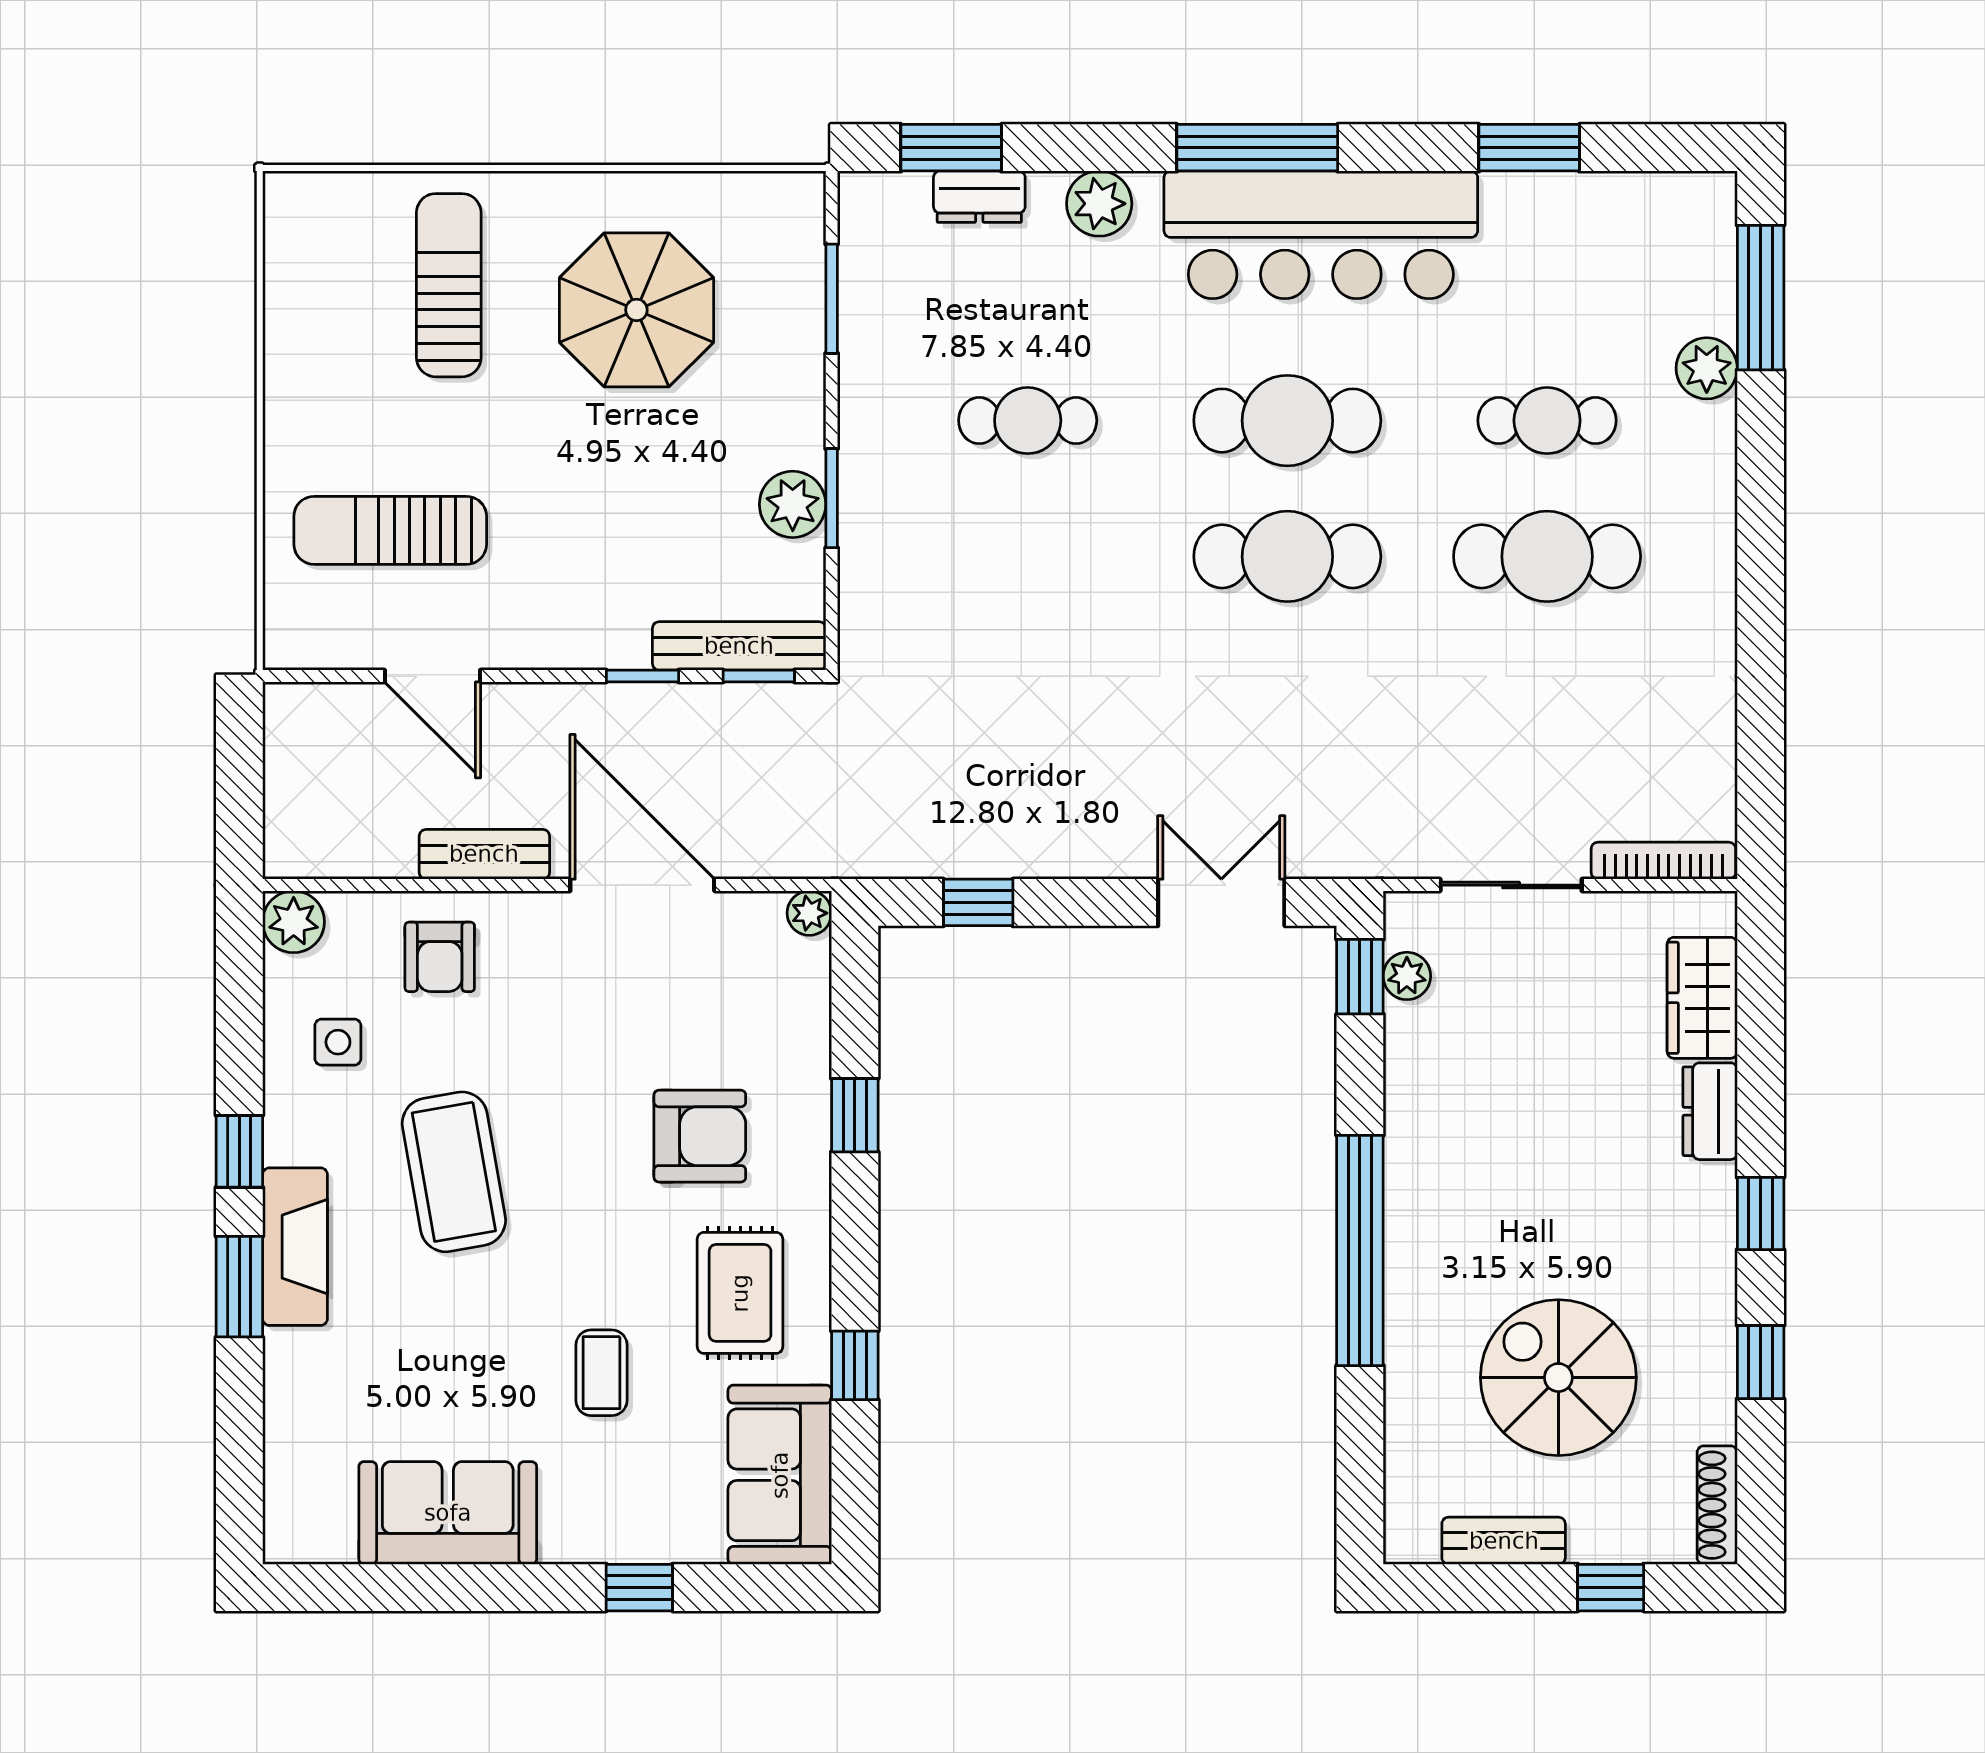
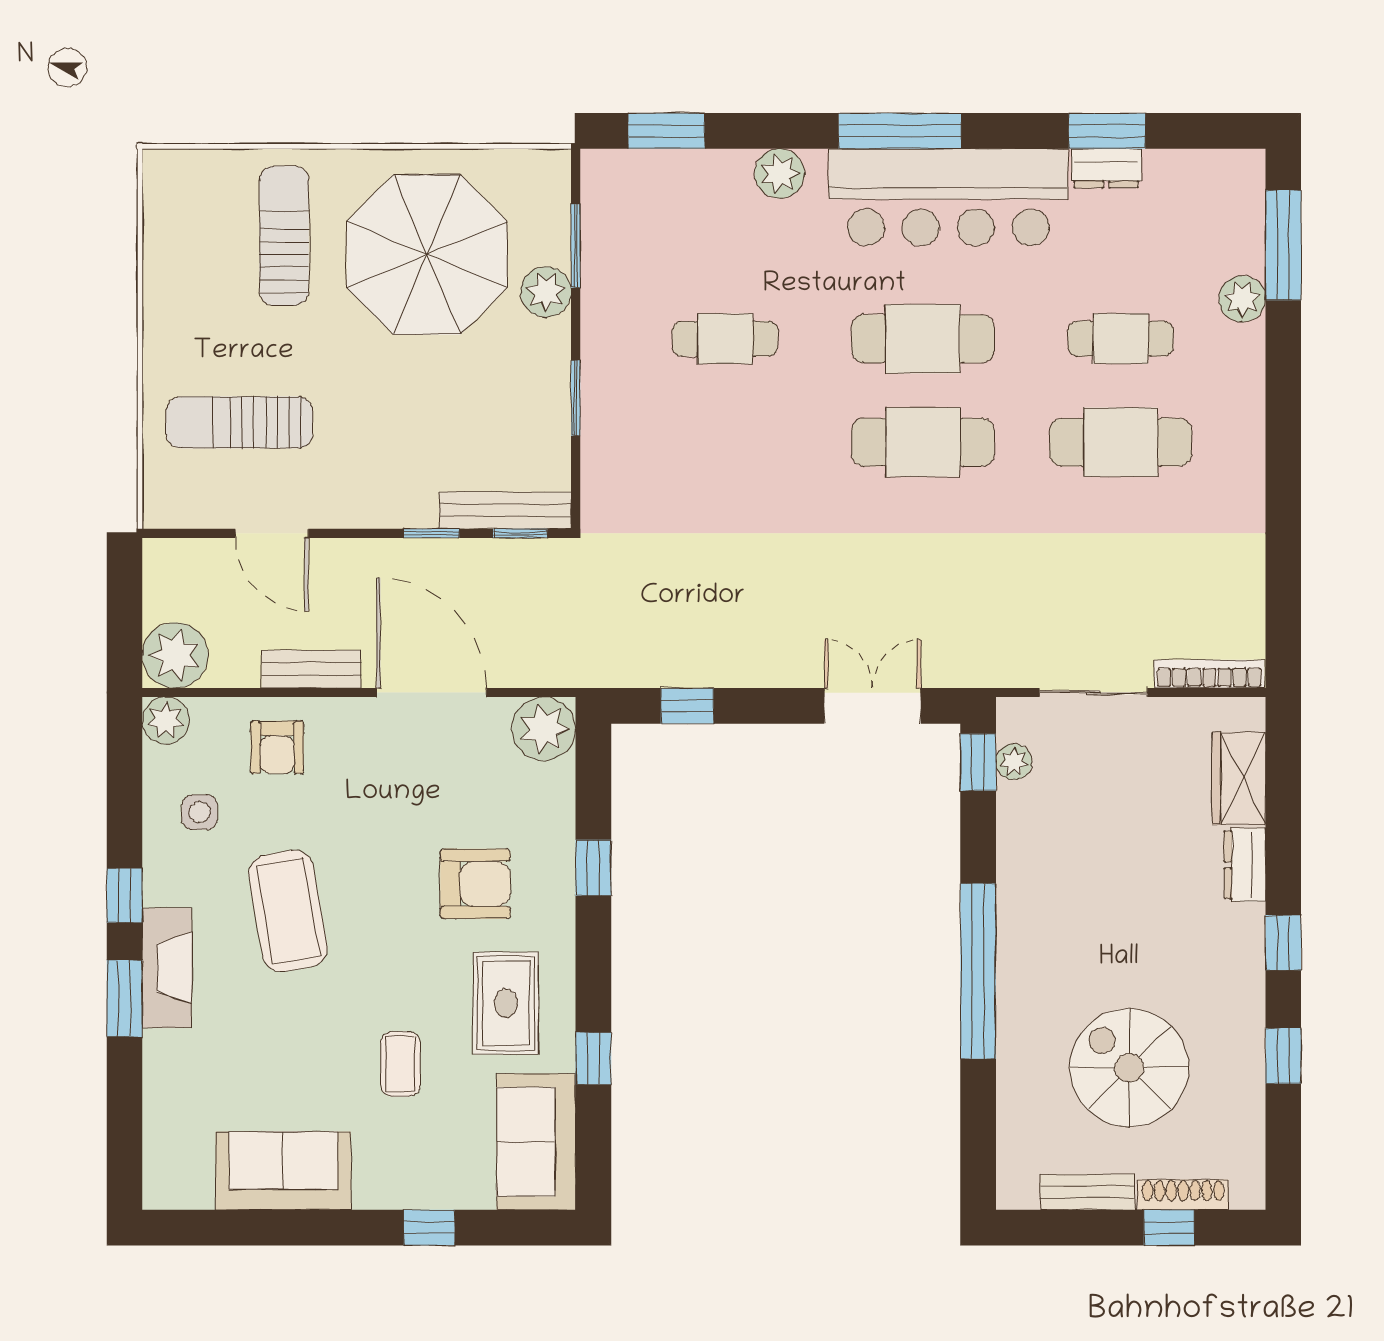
dresser: (979, 197) -> (1106, 168), moved
parasol: (636, 310) -> (427, 254), width x1.36, depth x1.36
plant: (793, 504) -> (546, 292), moved
plant: (306, 836) -> (175, 655), added
plant: (809, 913) -> (544, 729), width x1.87, depth x1.87
shoe rack: (1717, 1505) -> (1183, 1195), moved, turned 90

